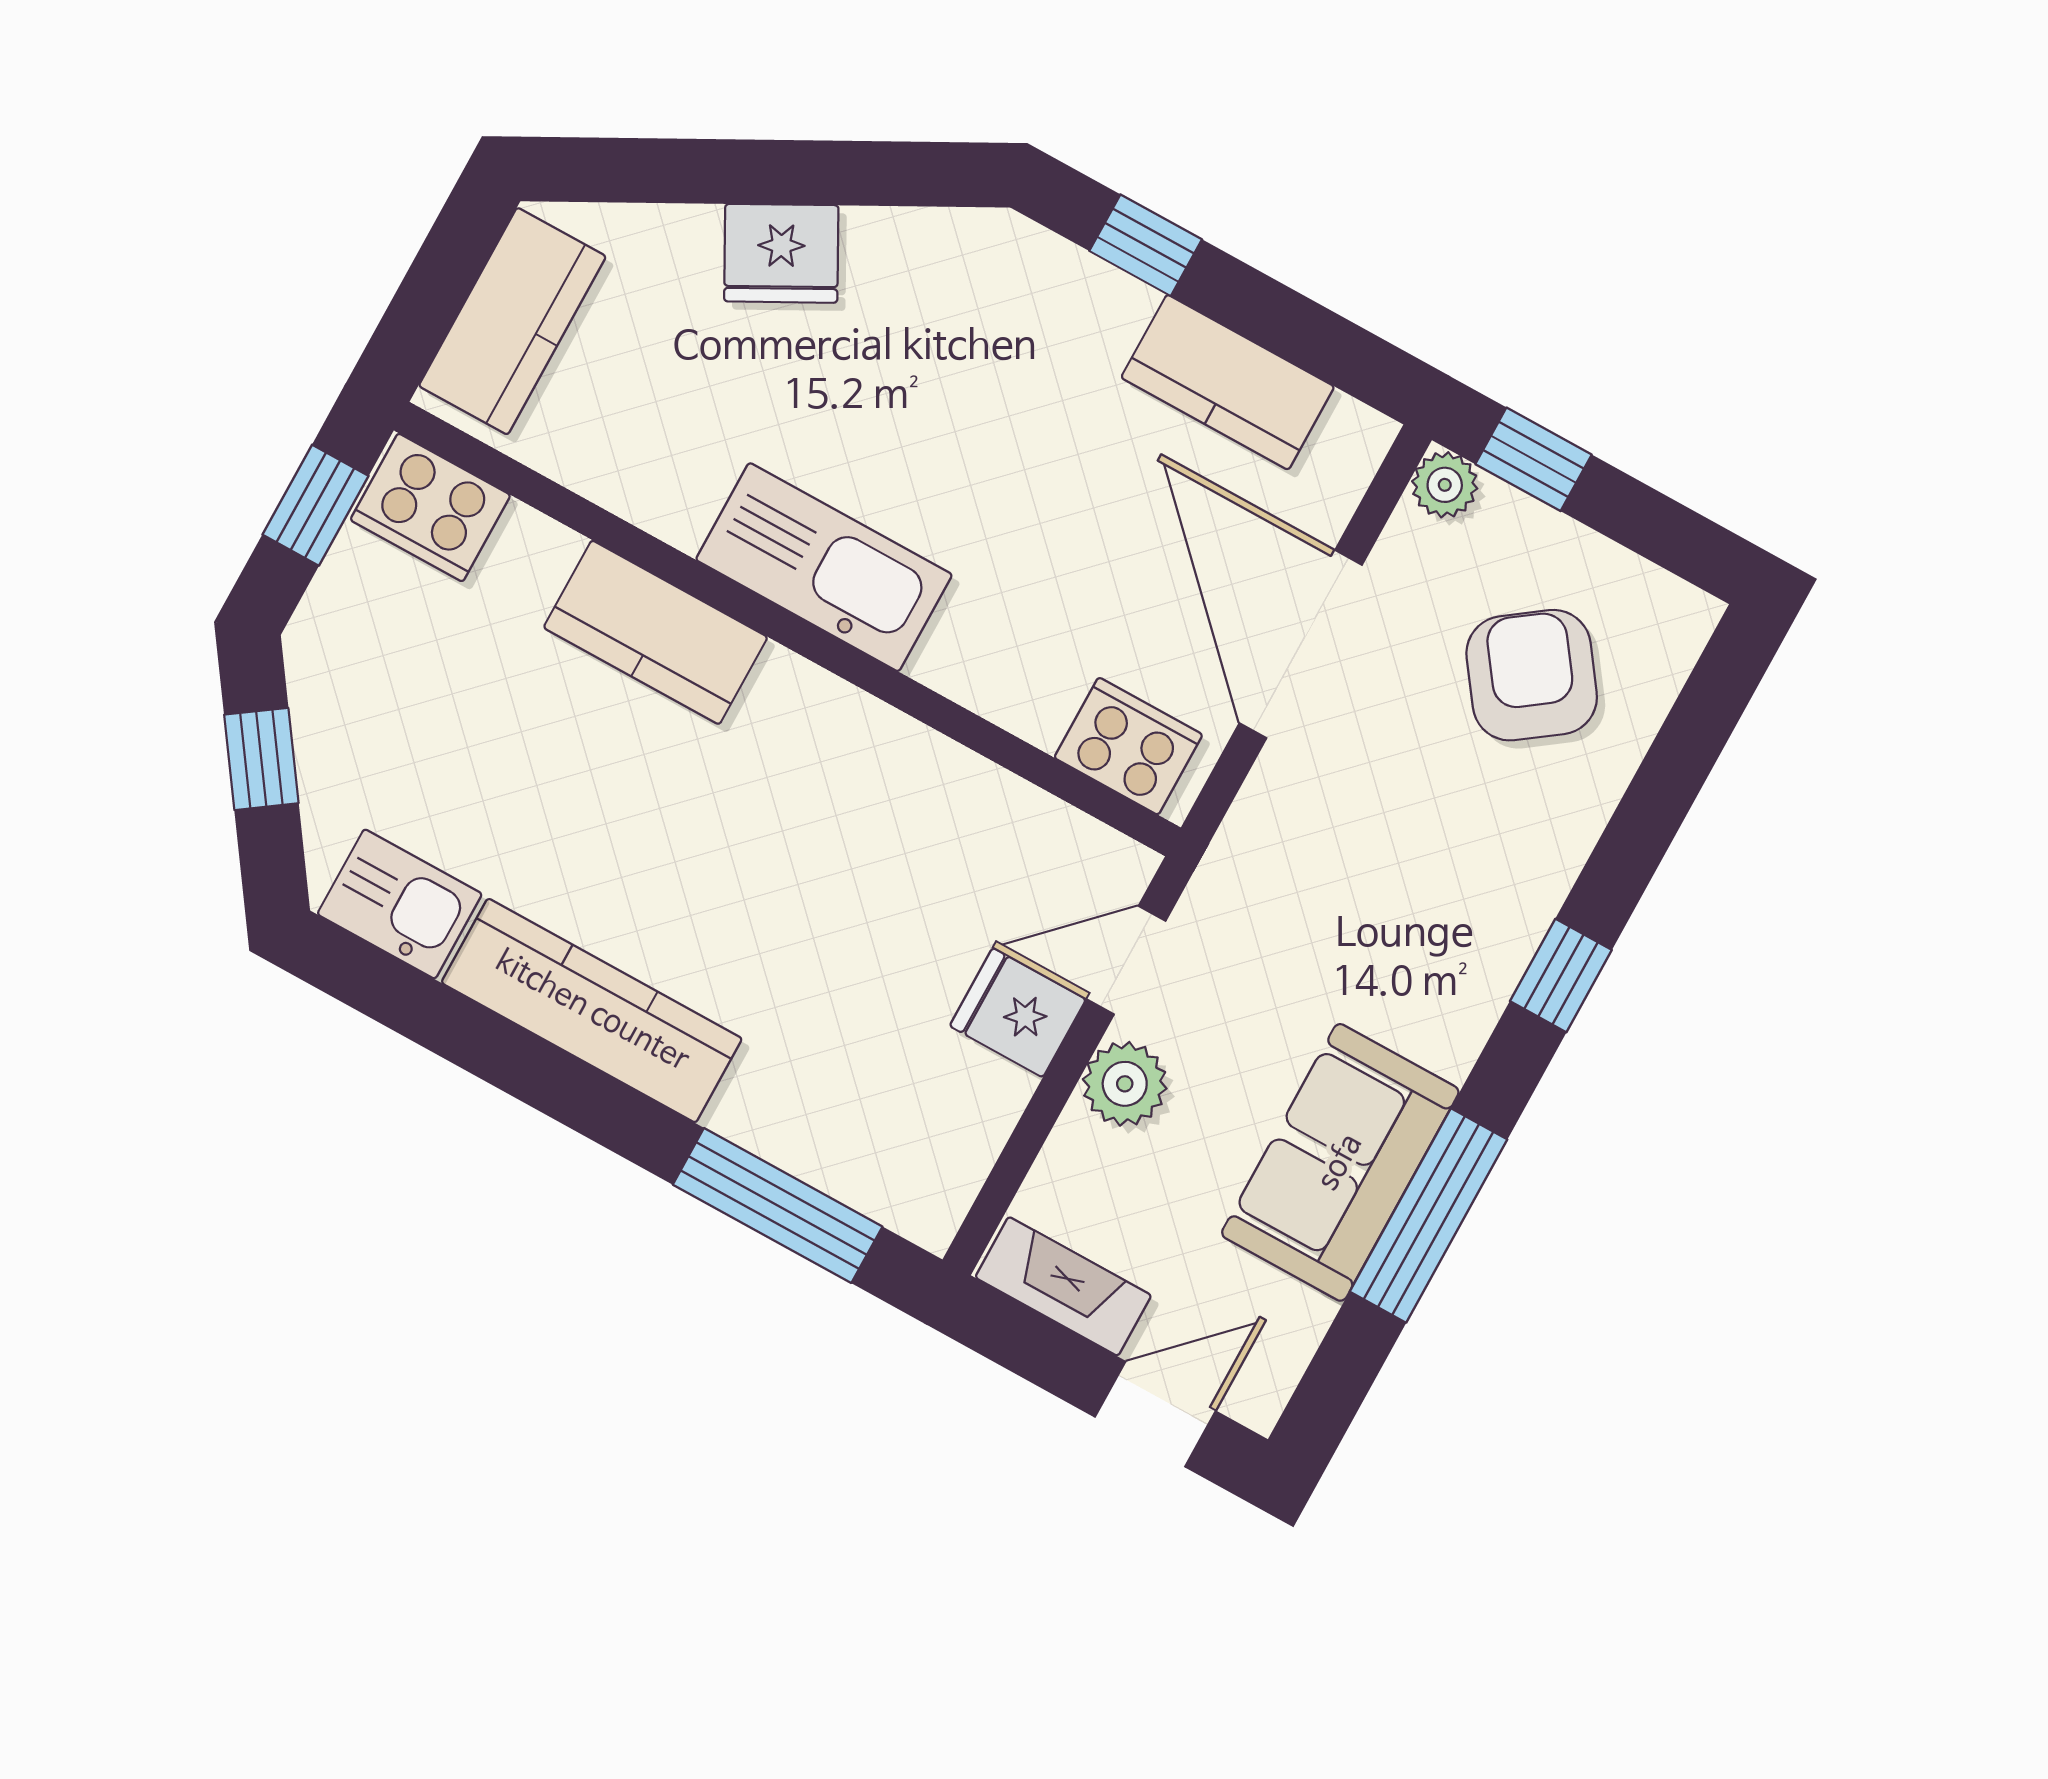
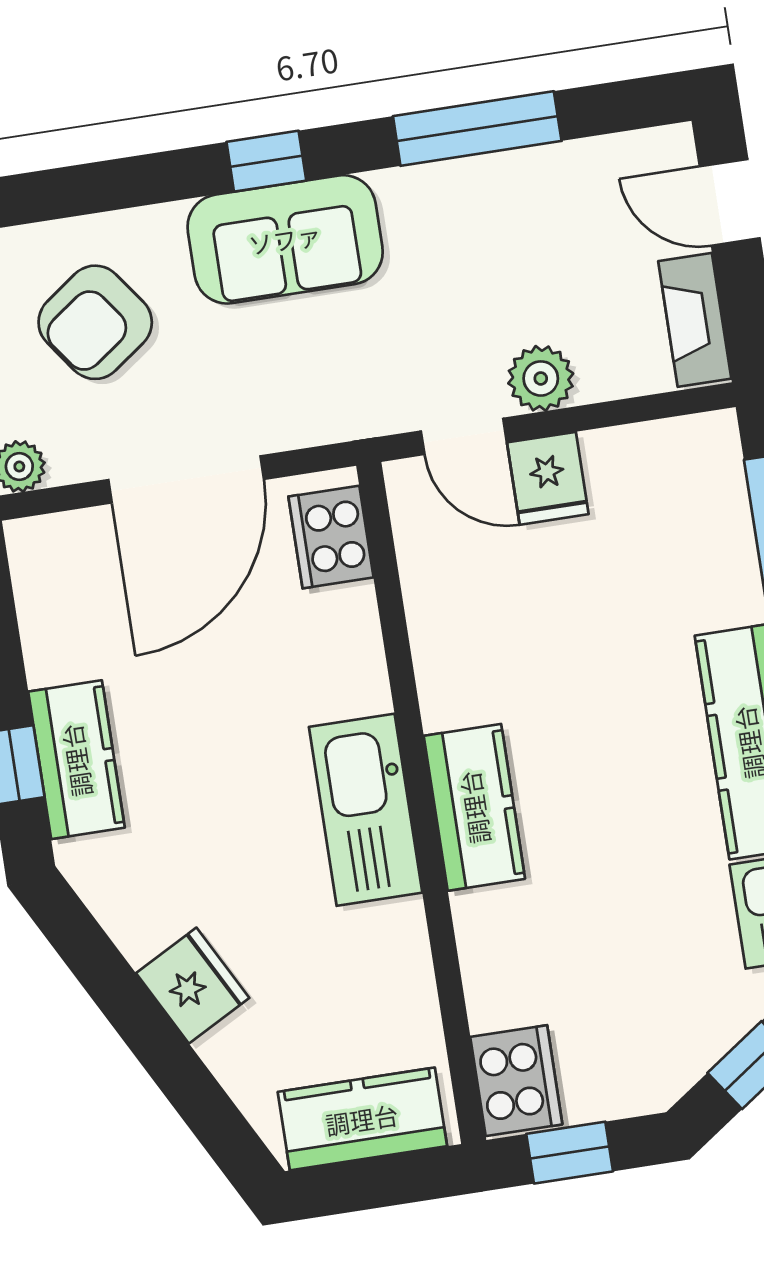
kitchen counter: (1228, 382) -> (76, 760), moved
kitchen counter: (656, 632) -> (474, 807), moved
sofa: (1340, 1162) -> (285, 239), moved

